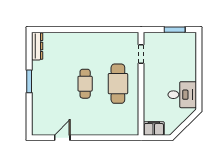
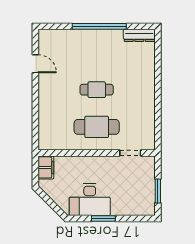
window: (199, 78) -> (103, 218), added
window: (29, 81) -> (99, 26), width x2.11
desk: (182, 95) -> (90, 200), width x1.37

